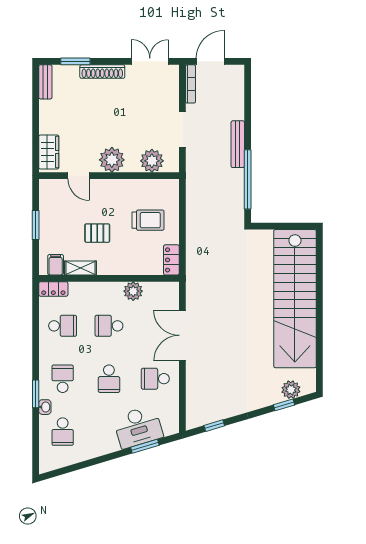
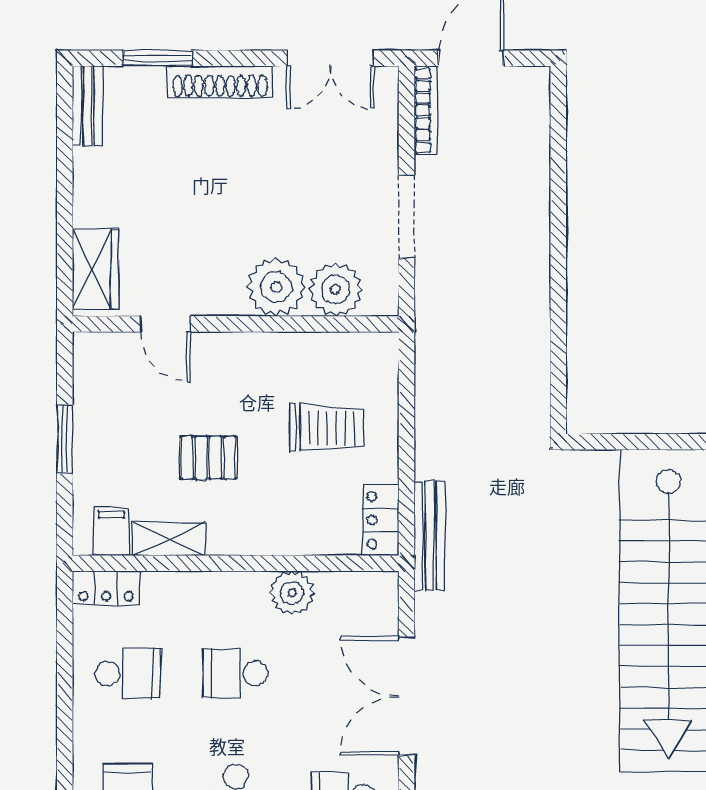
double door: (150, 61) -> (331, 58), swing flipped
bench: (238, 144) -> (429, 536), moved
plant: (112, 160) -> (276, 287), moved
window: (248, 179) -> (558, 333), removed

